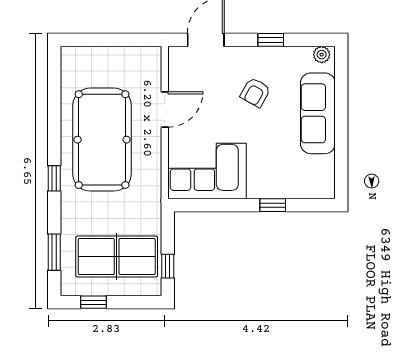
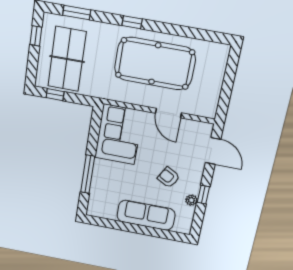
plant: (322, 55) -> (191, 200), moved
window: (273, 205) -> (88, 174), width x2.17

